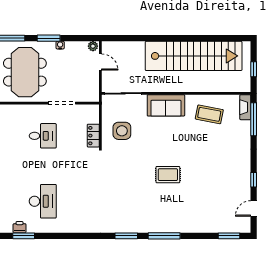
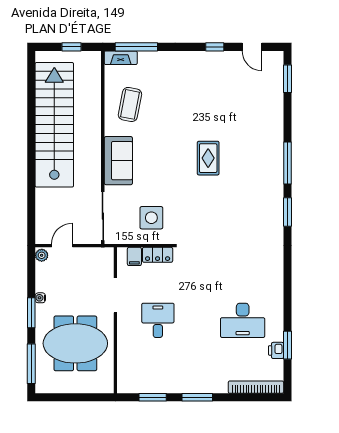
filing cabinet: (92, 118) -> (134, 256), added
desk: (43, 201) -> (243, 320), turned 180

